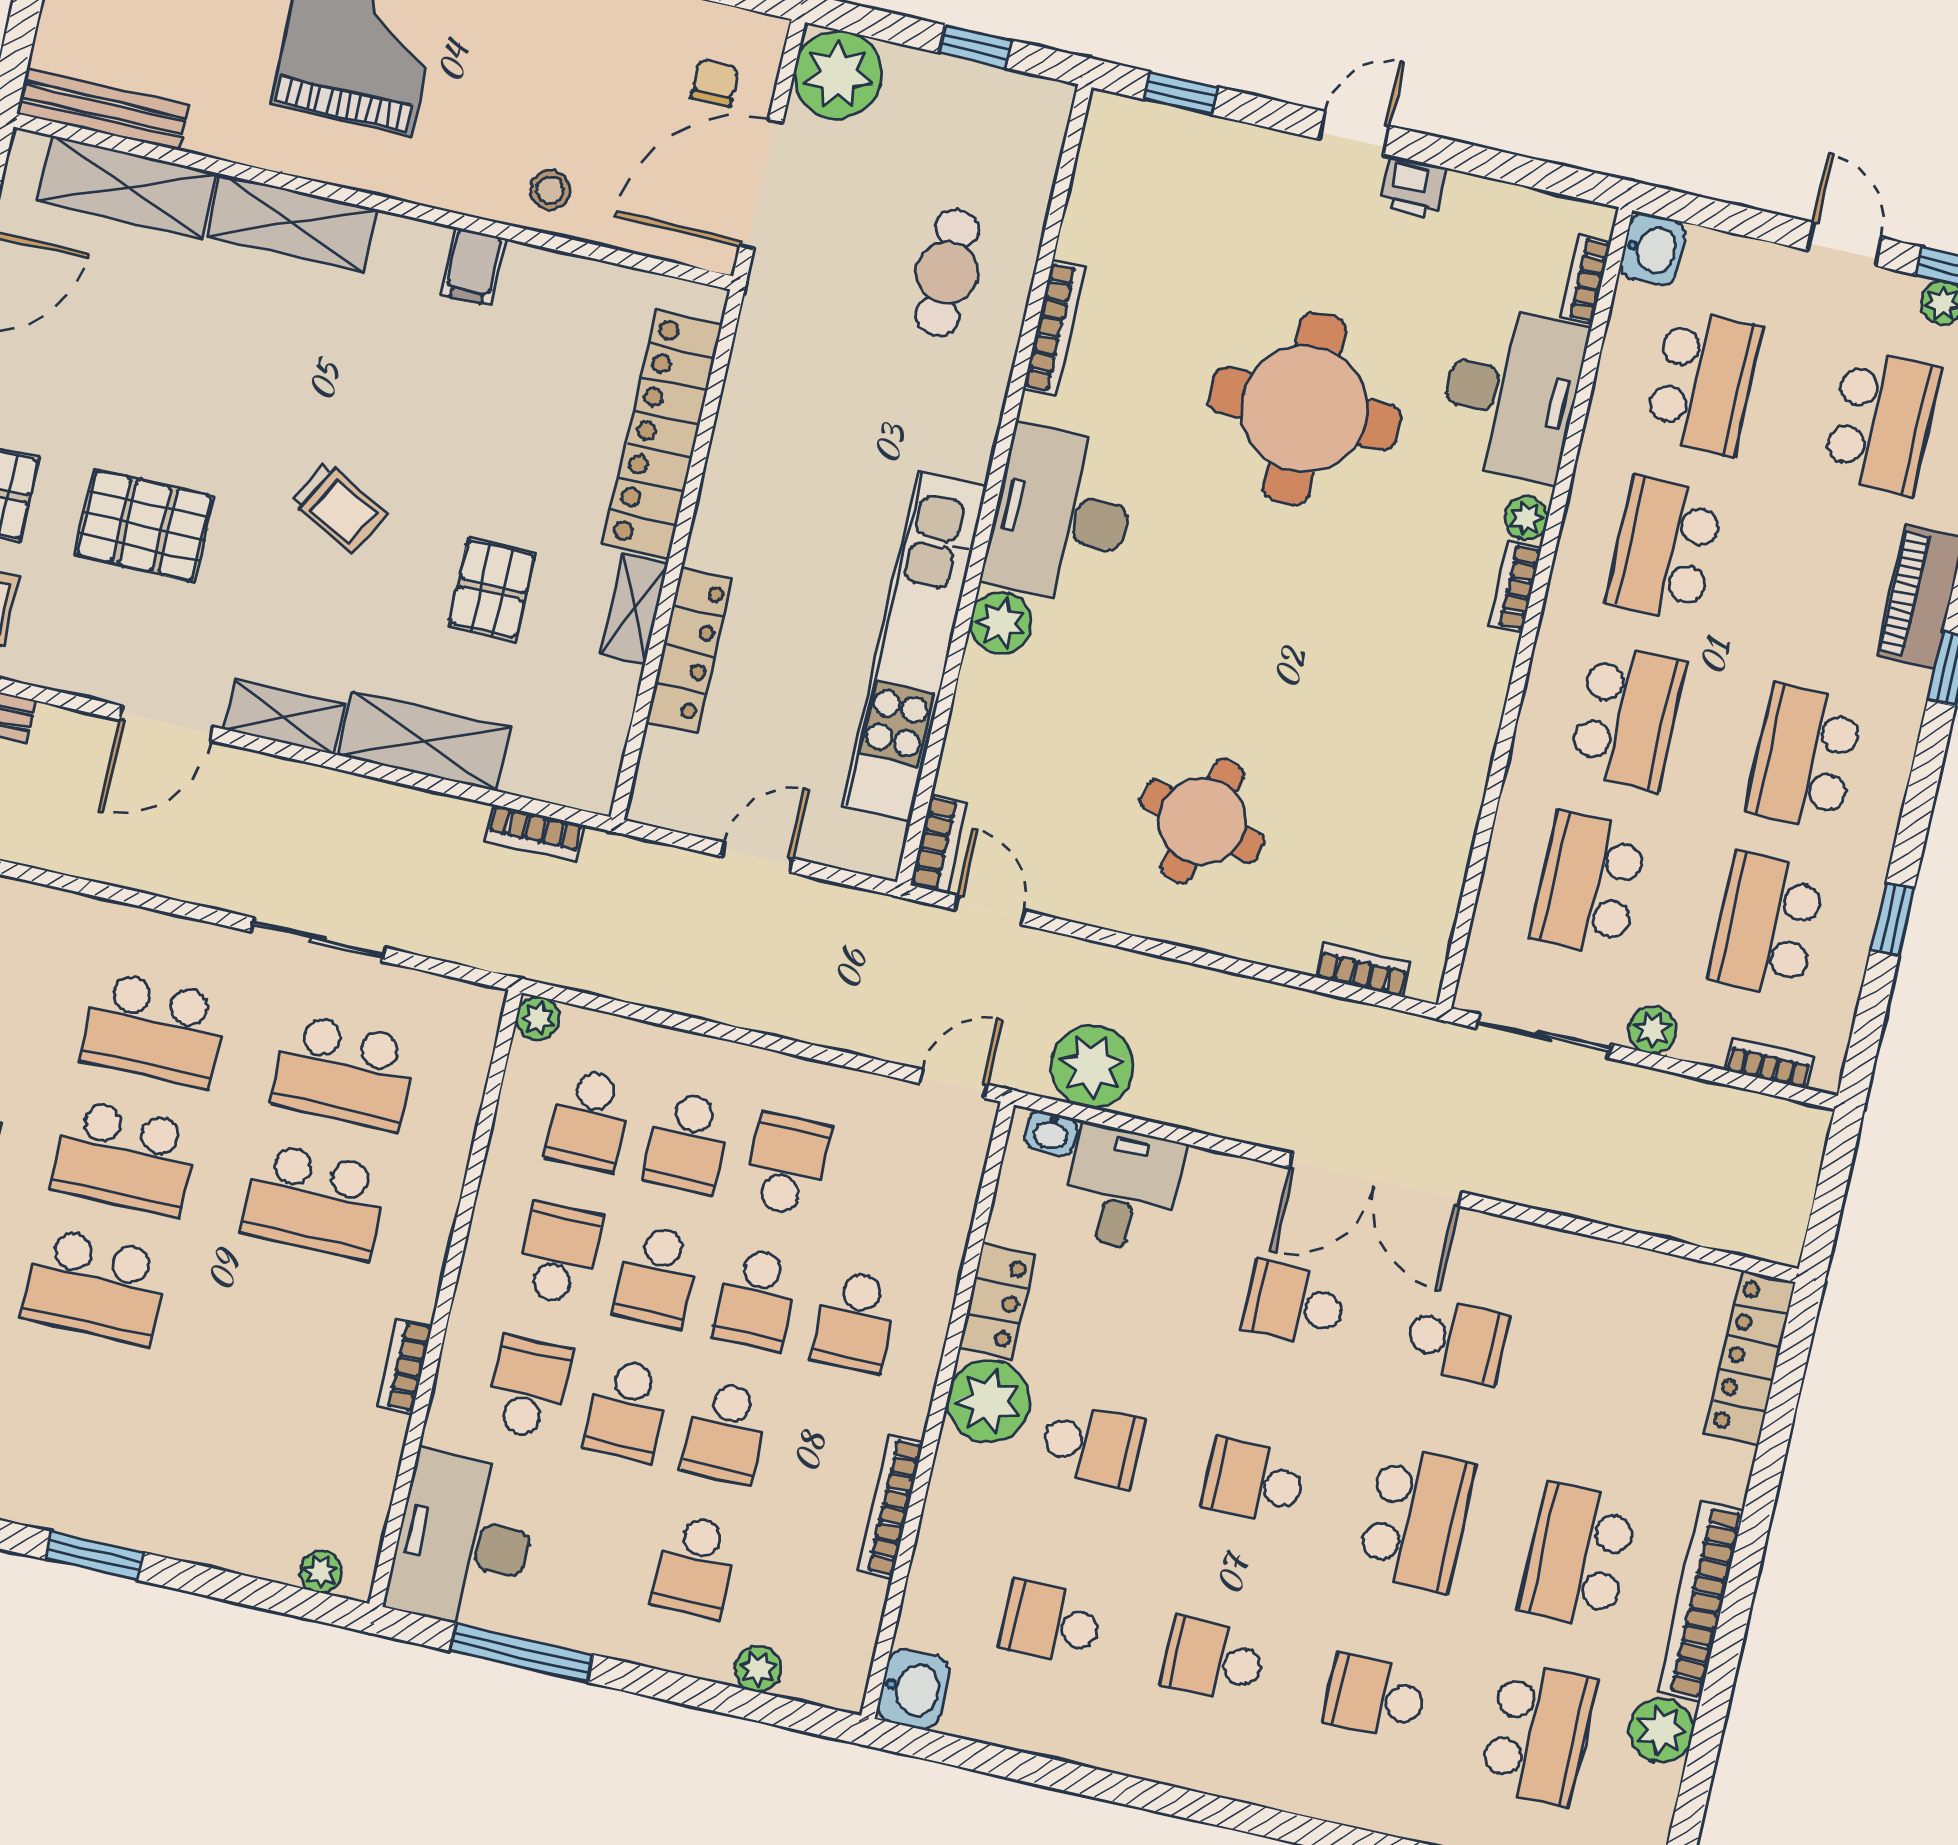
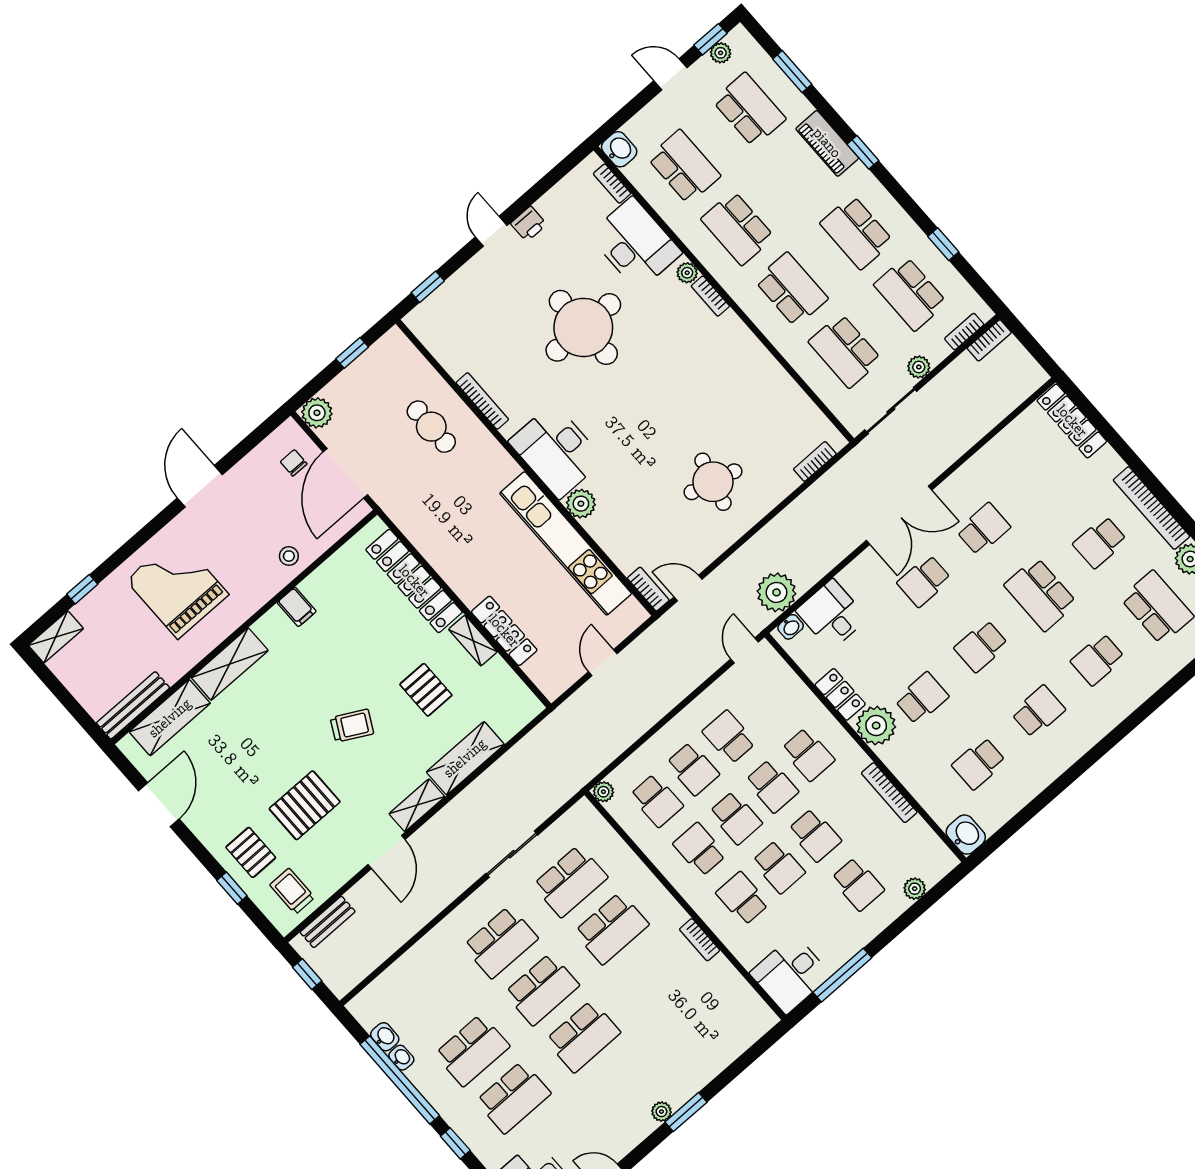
plant: (838, 75) -> (317, 413), width x0.73, depth x0.73
bookcase: (535, 833) -> (989, 340), moved
school desk: (1416, 1519) -> (1041, 594), turned 180
desk: (463, 1541) -> (790, 974), width x0.73
school desk: (1578, 1556) -> (1100, 542), width x0.54
plant: (321, 1572) -> (661, 1112), moved
school desk: (1213, 1660) -> (1038, 711), turned 180

